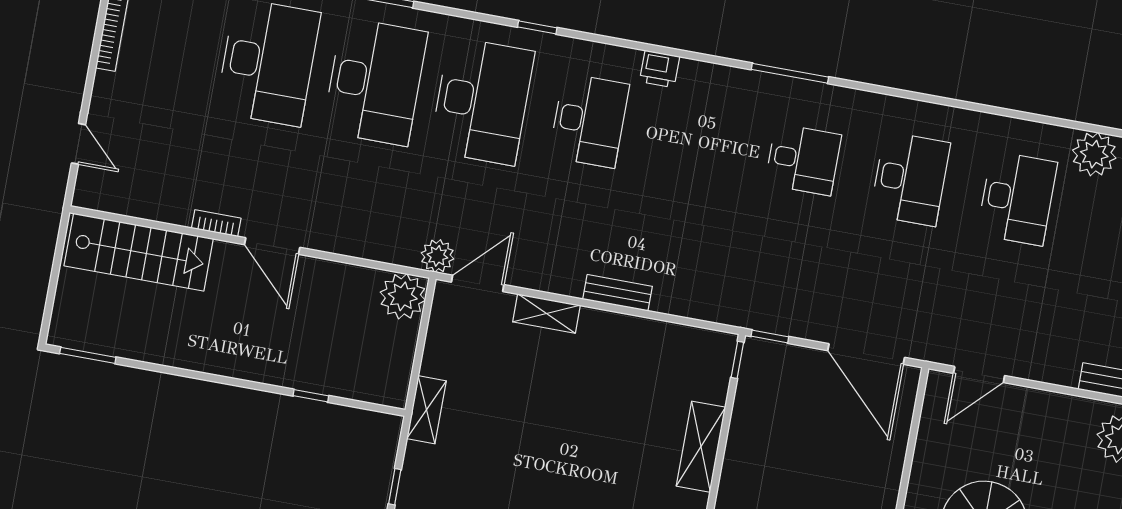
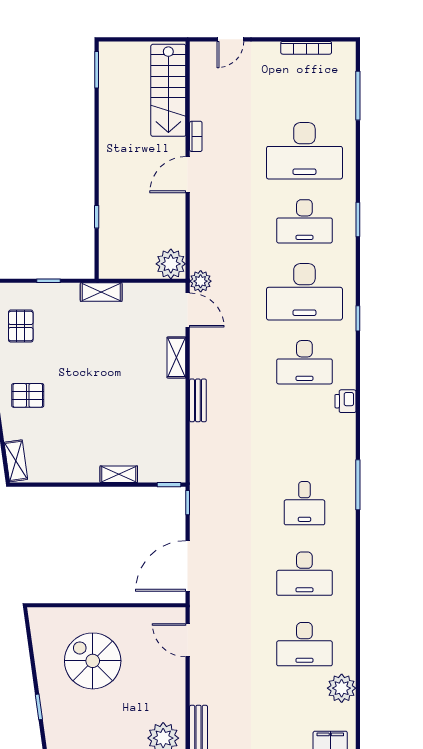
desk: (375, 82) -> (304, 221), width x0.73, depth x0.77
shelving: (701, 447) -> (119, 474), width x0.67, depth x0.75

